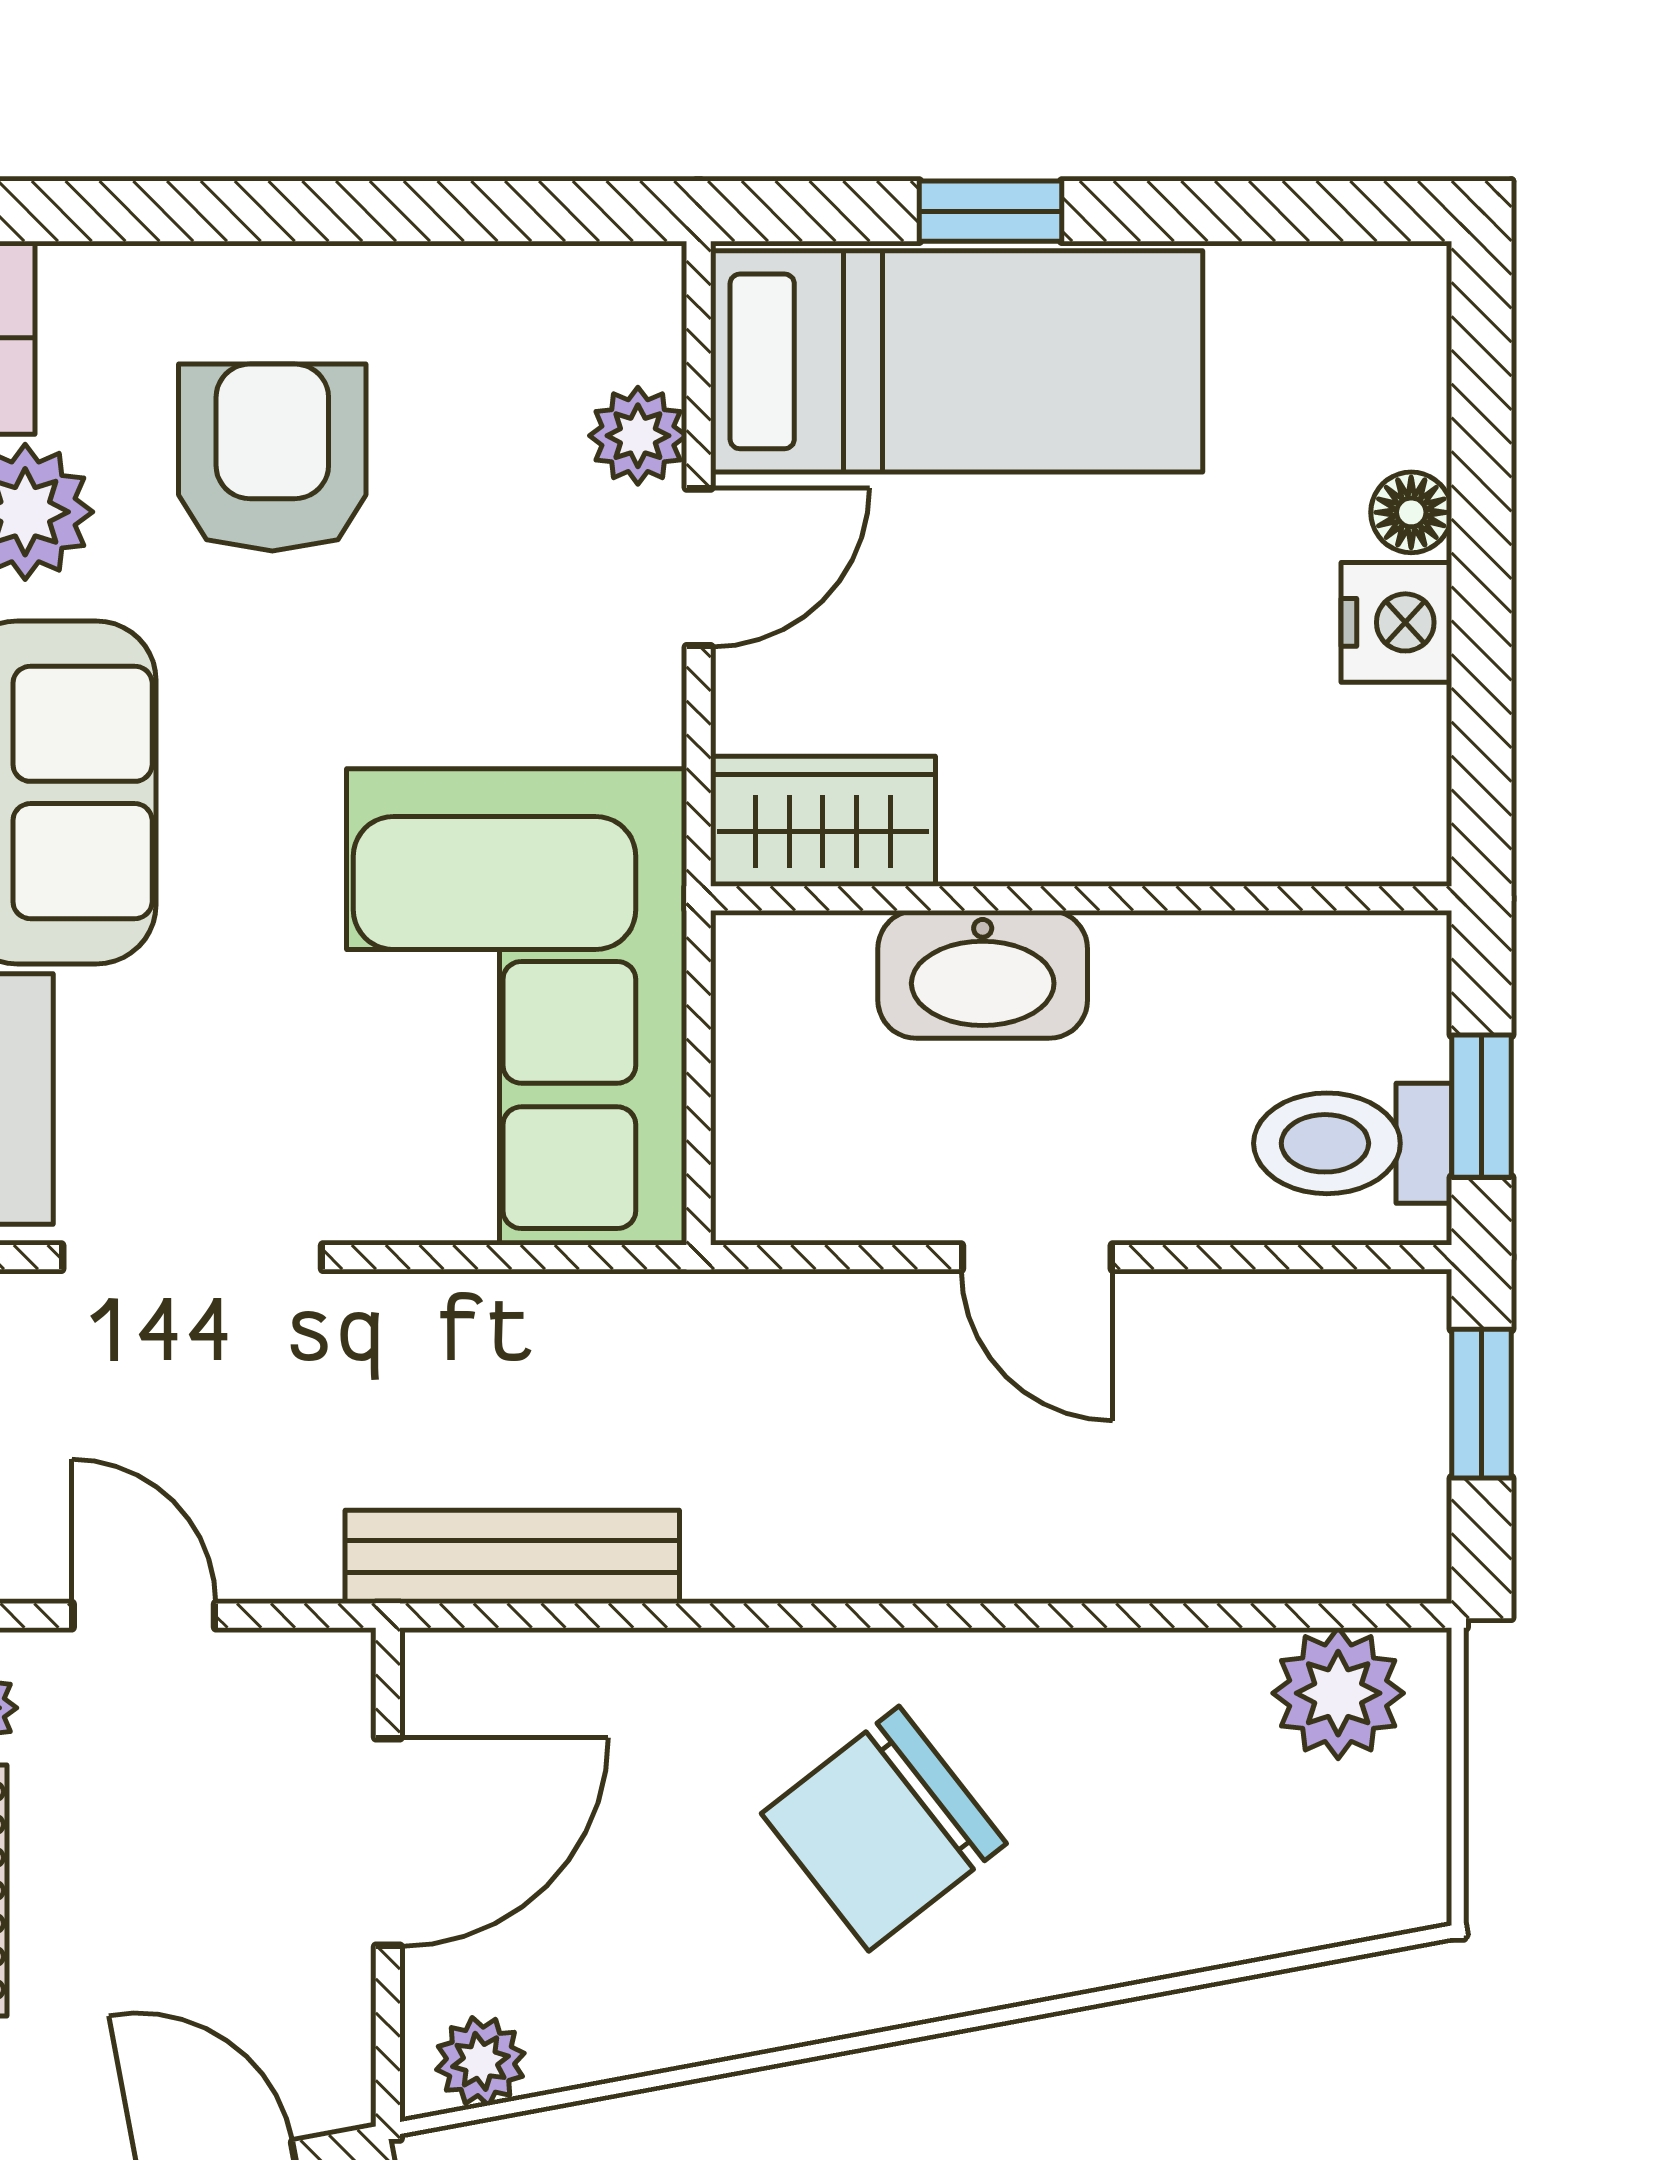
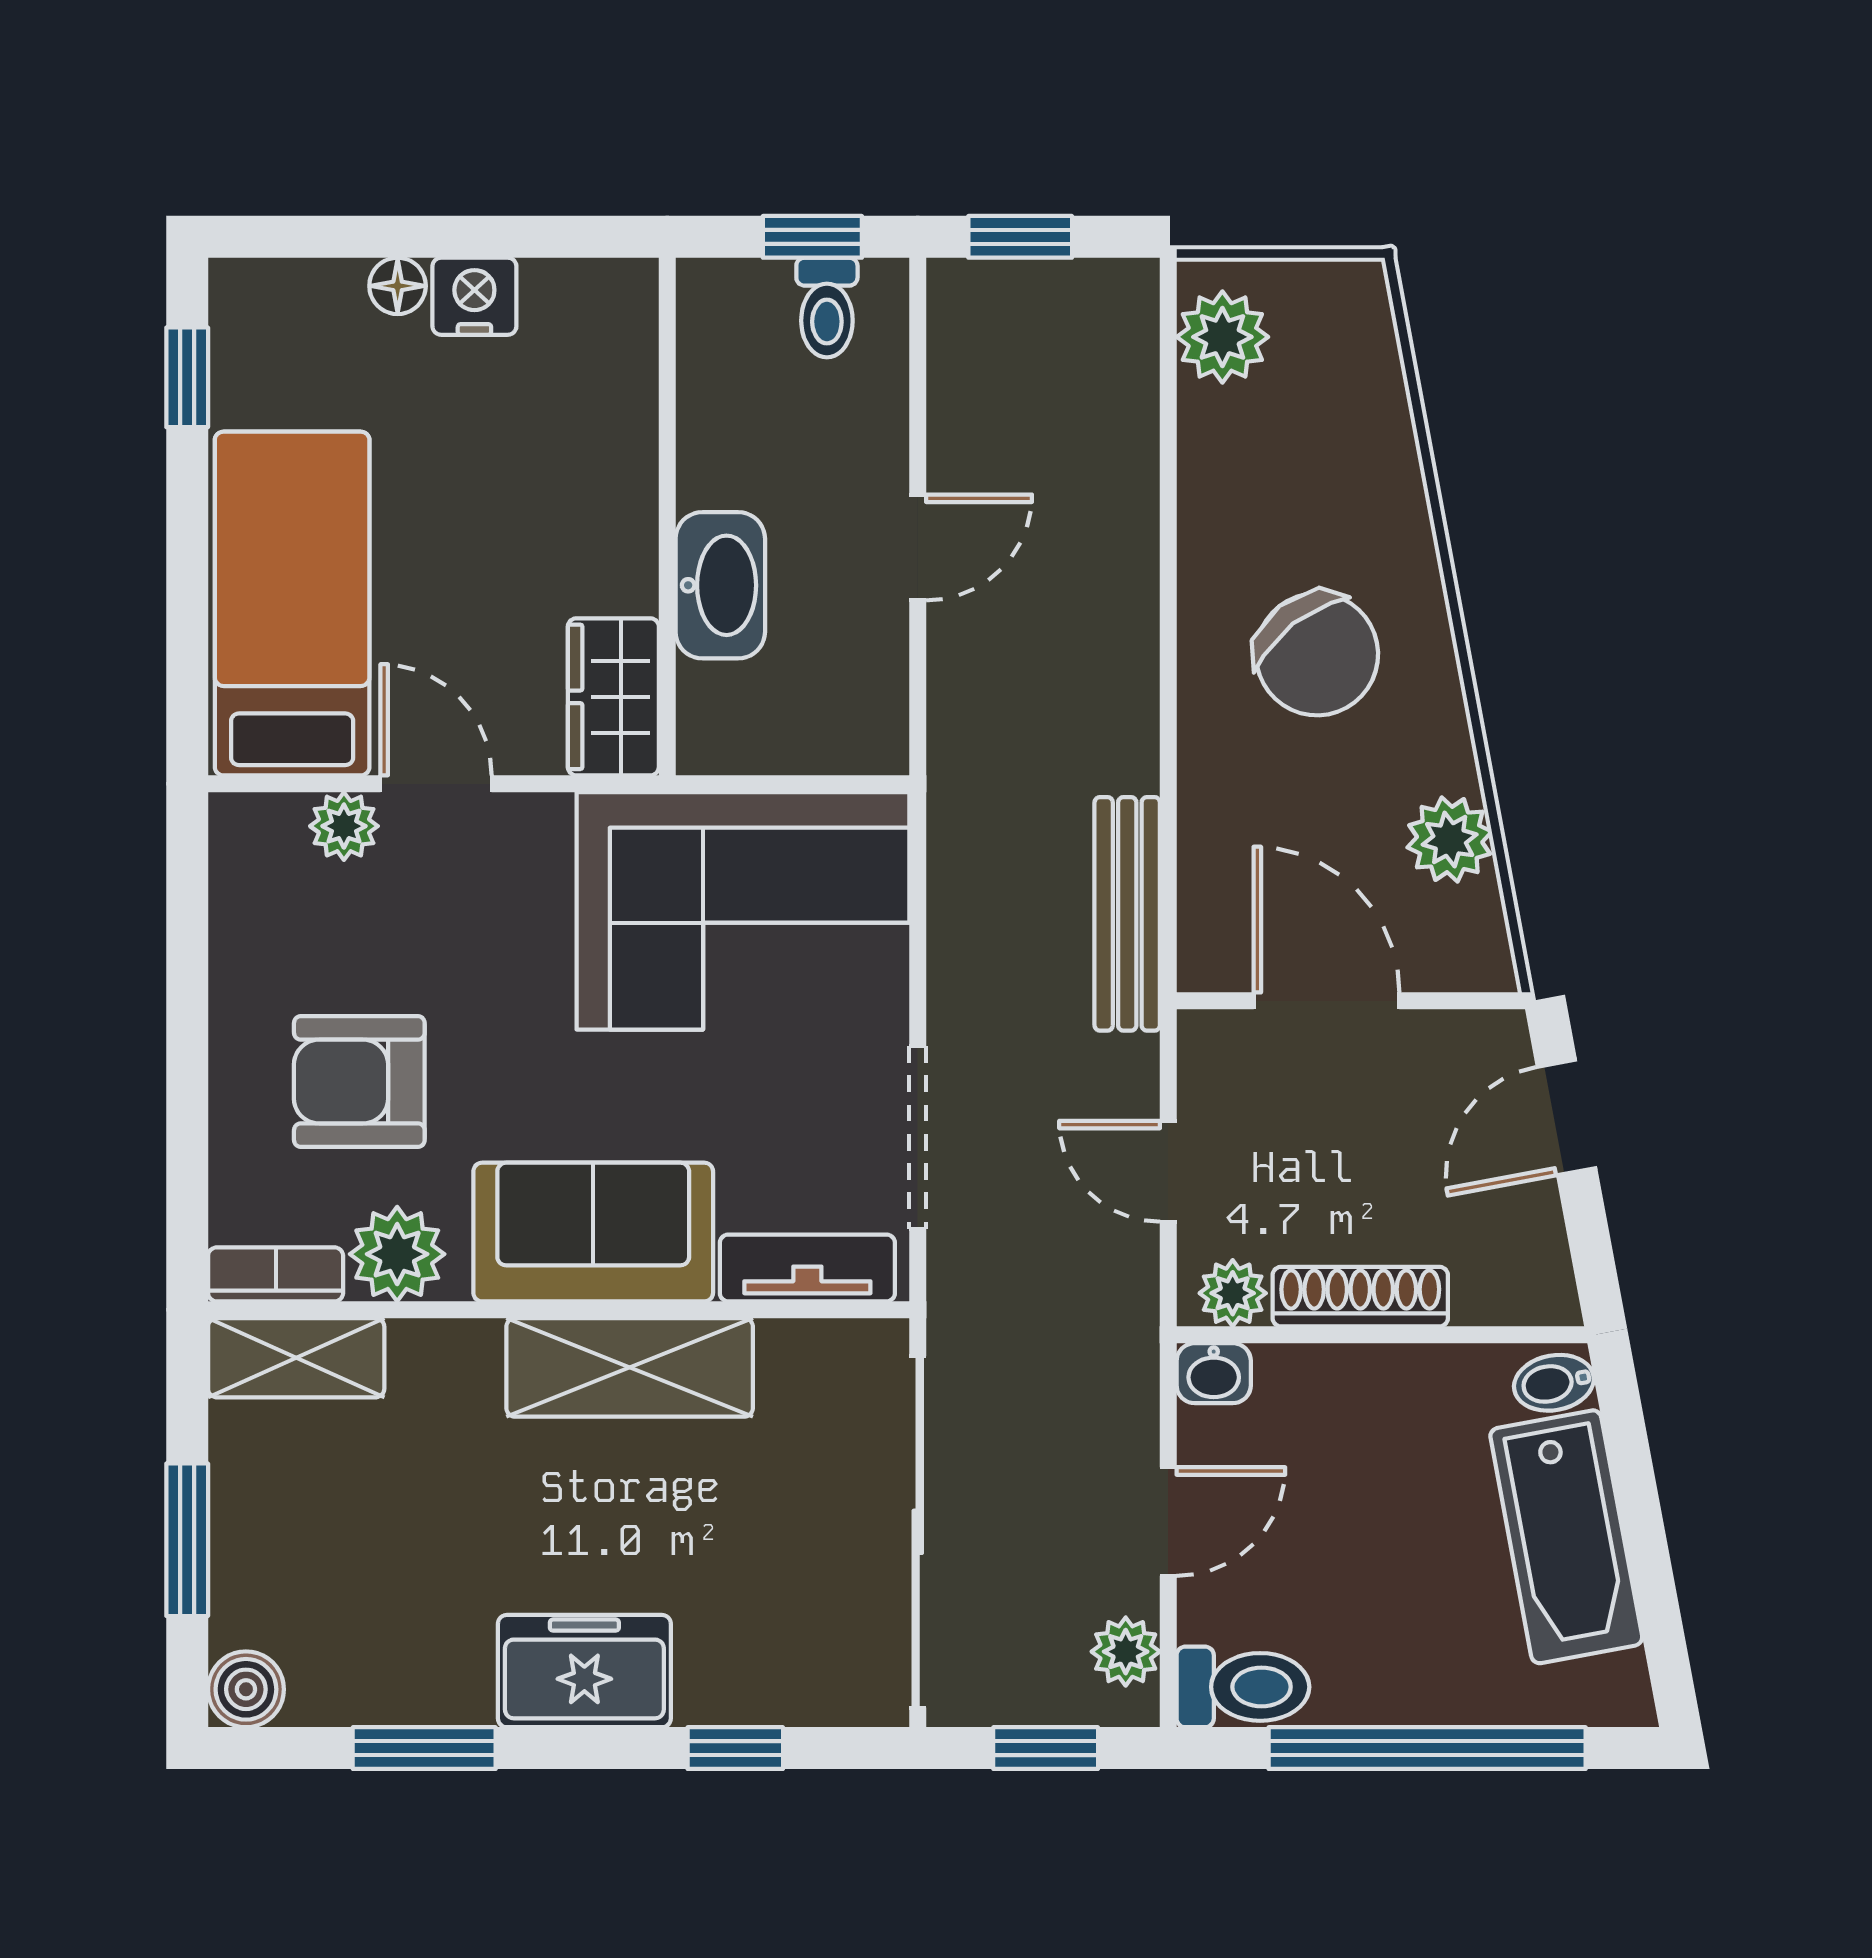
window: (990, 211) -> (187, 377), moved
toilet: (1353, 1143) -> (827, 308), width x0.73, depth x0.72
door: (144, 1616) -> (1168, 1171), hinge flipped
plant: (480, 2061) -> (1450, 839), moved, width x1.38, depth x1.38

